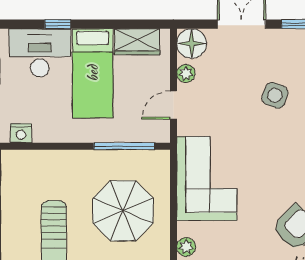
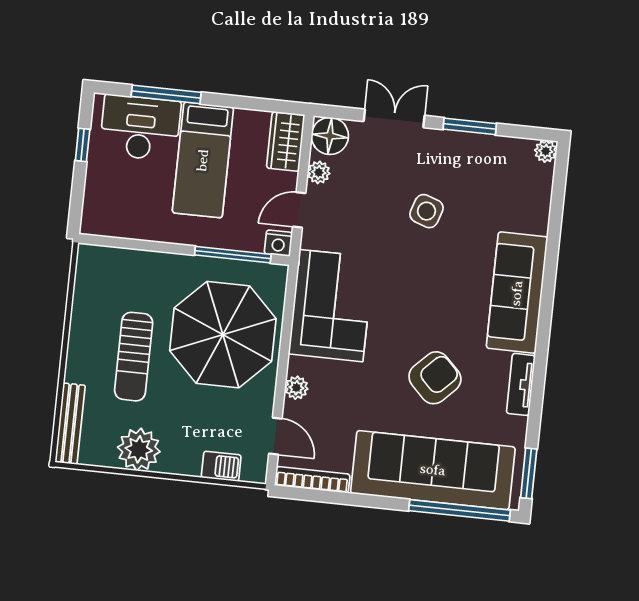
window: (58, 24) -> (166, 94), width x2.17
wardrobe: (137, 42) -> (286, 142), moved, turned 90
nightstand: (21, 133) -> (278, 243), moved
parasol: (123, 211) -> (223, 335), width x1.36, depth x1.36

